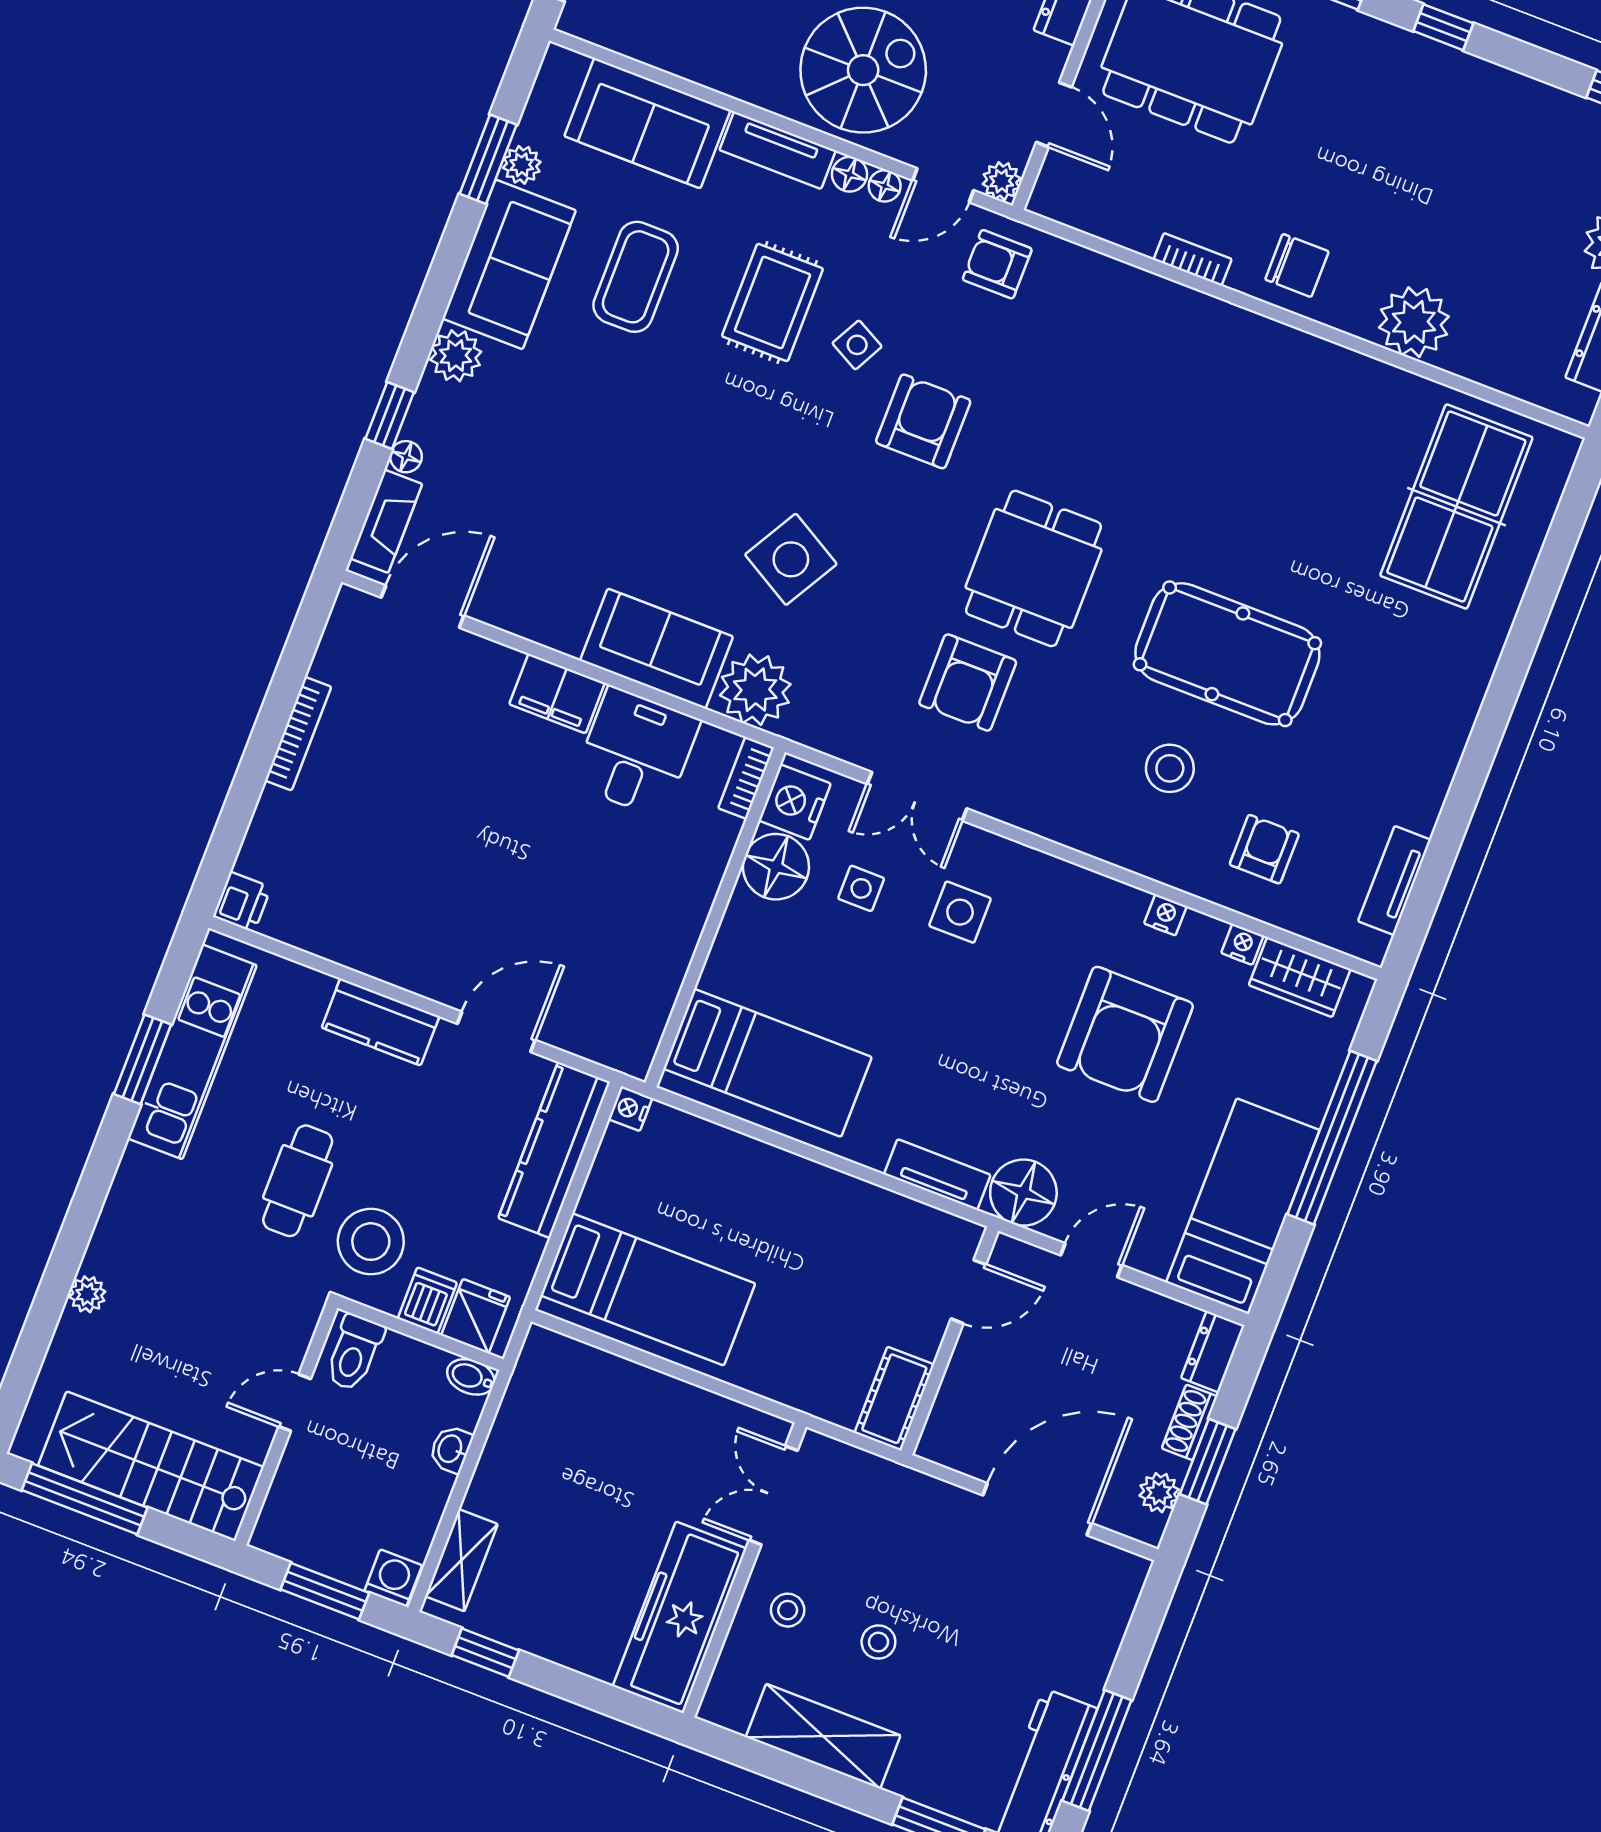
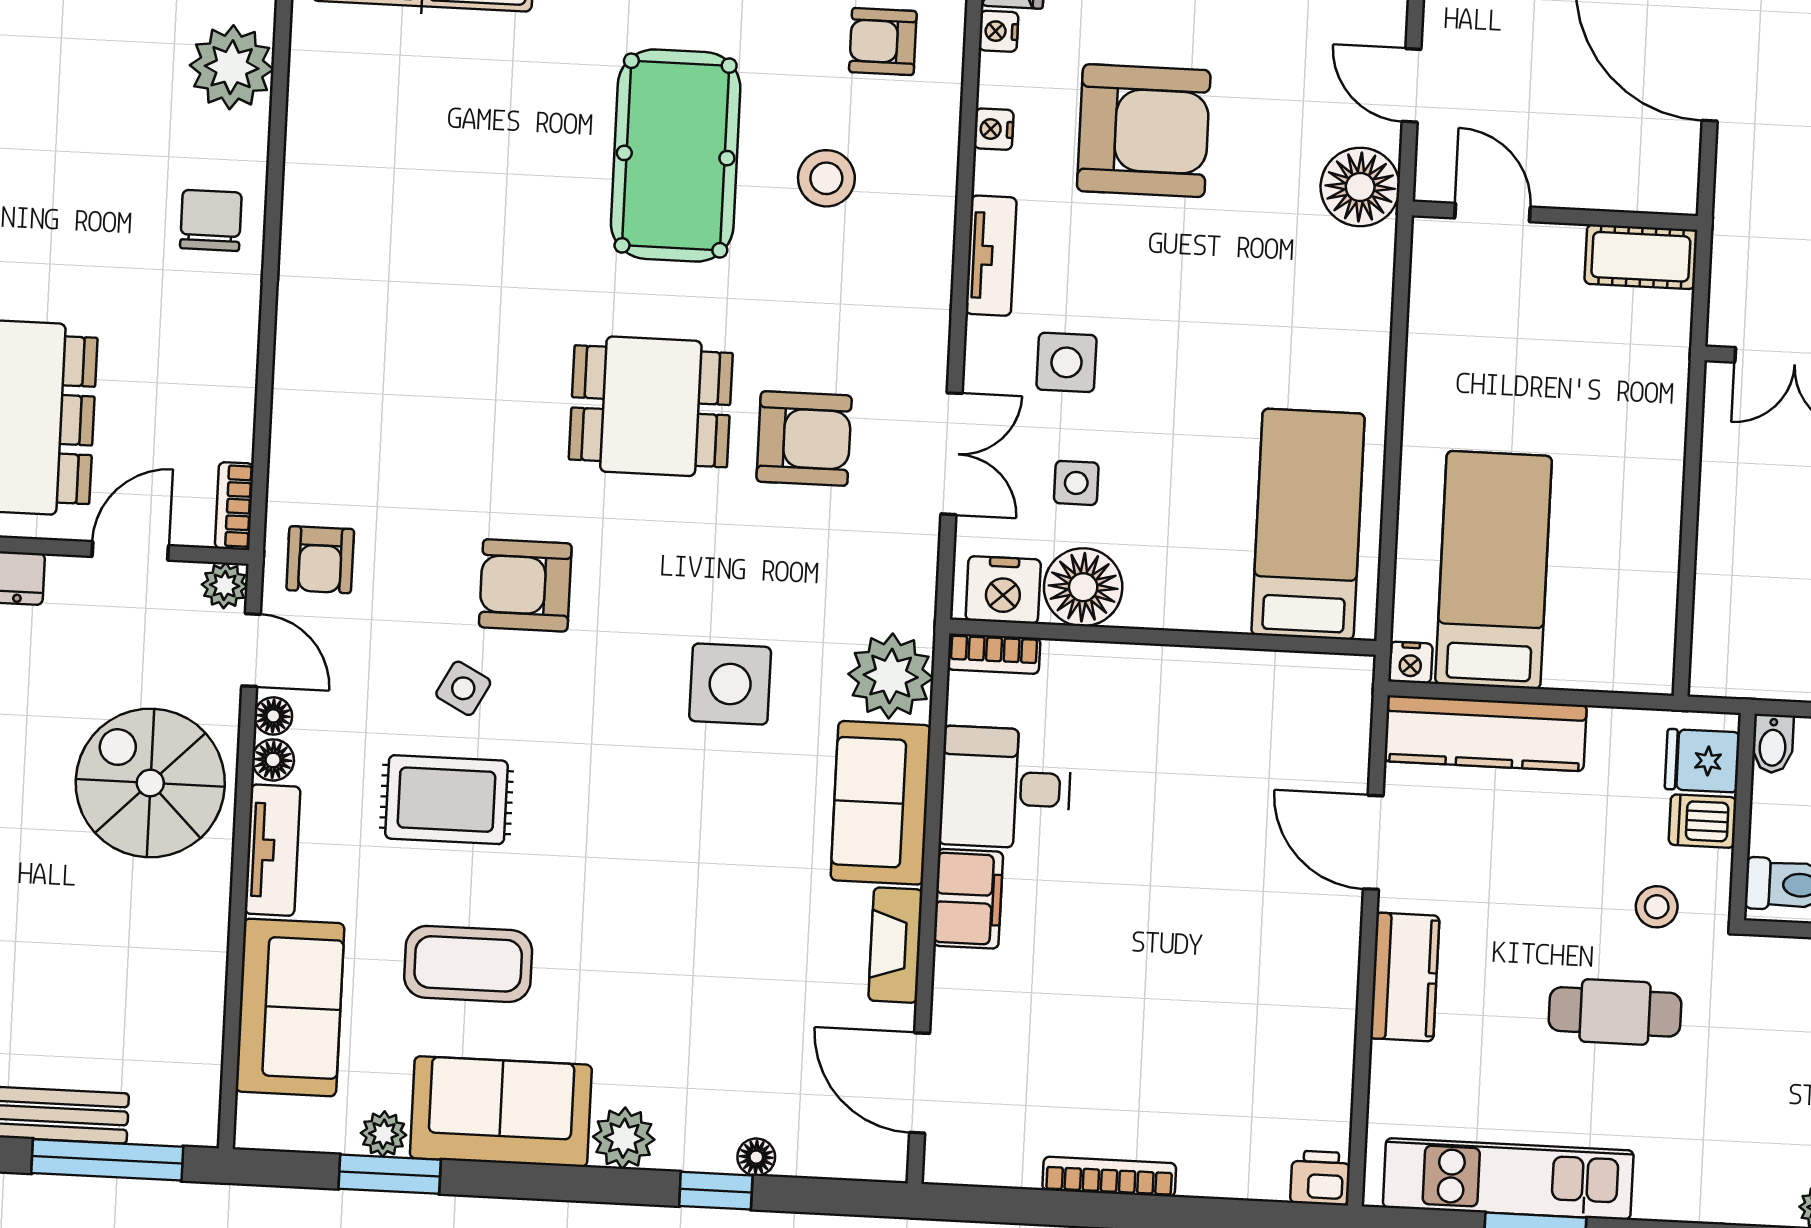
bookcase: (1193, 259) -> (234, 506), moved
fireplace: (386, 521) -> (895, 945), moved, turned -90
side table: (791, 559) -> (730, 684), turned -30
tv unit: (937, 1175) -> (991, 256), moved, turned 180
stool: (371, 1242) -> (1657, 907), width x0.53, depth x0.53
bed: (648, 1289) -> (1494, 570), moved

